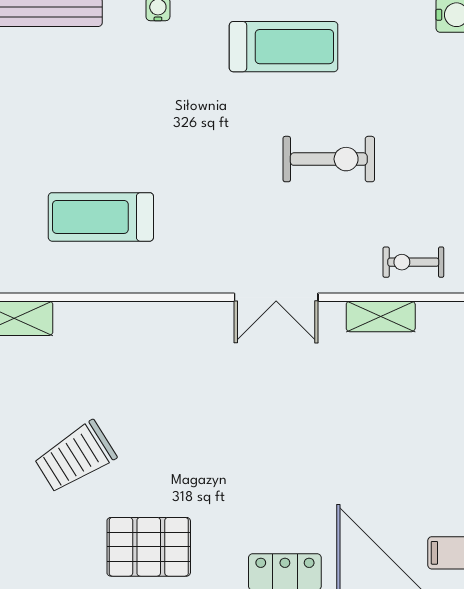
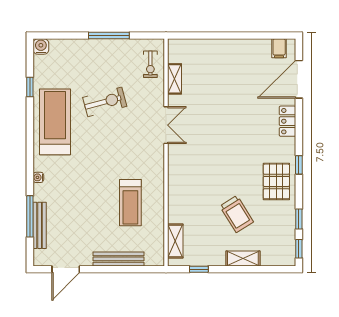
treadmill: (284, 47) -> (55, 122), width x1.37, depth x1.38
exercise bike: (329, 159) -> (105, 102), turned 75

